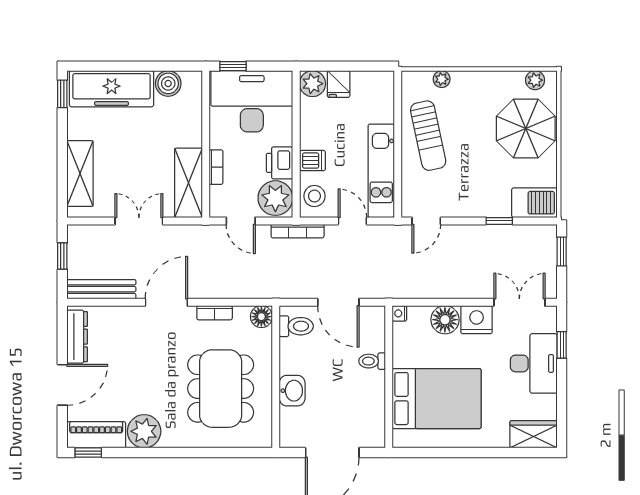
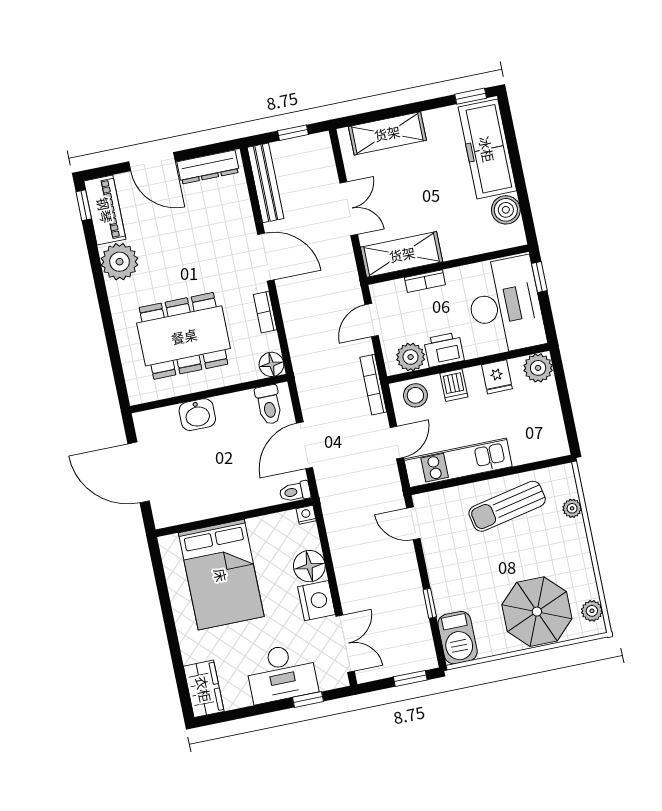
fridge: (339, 84) -> (497, 377), moved, turned -90
plant: (275, 198) -> (411, 357), width x0.73, depth x0.73
toilet: (372, 361) -> (295, 492), moved, turned -90

